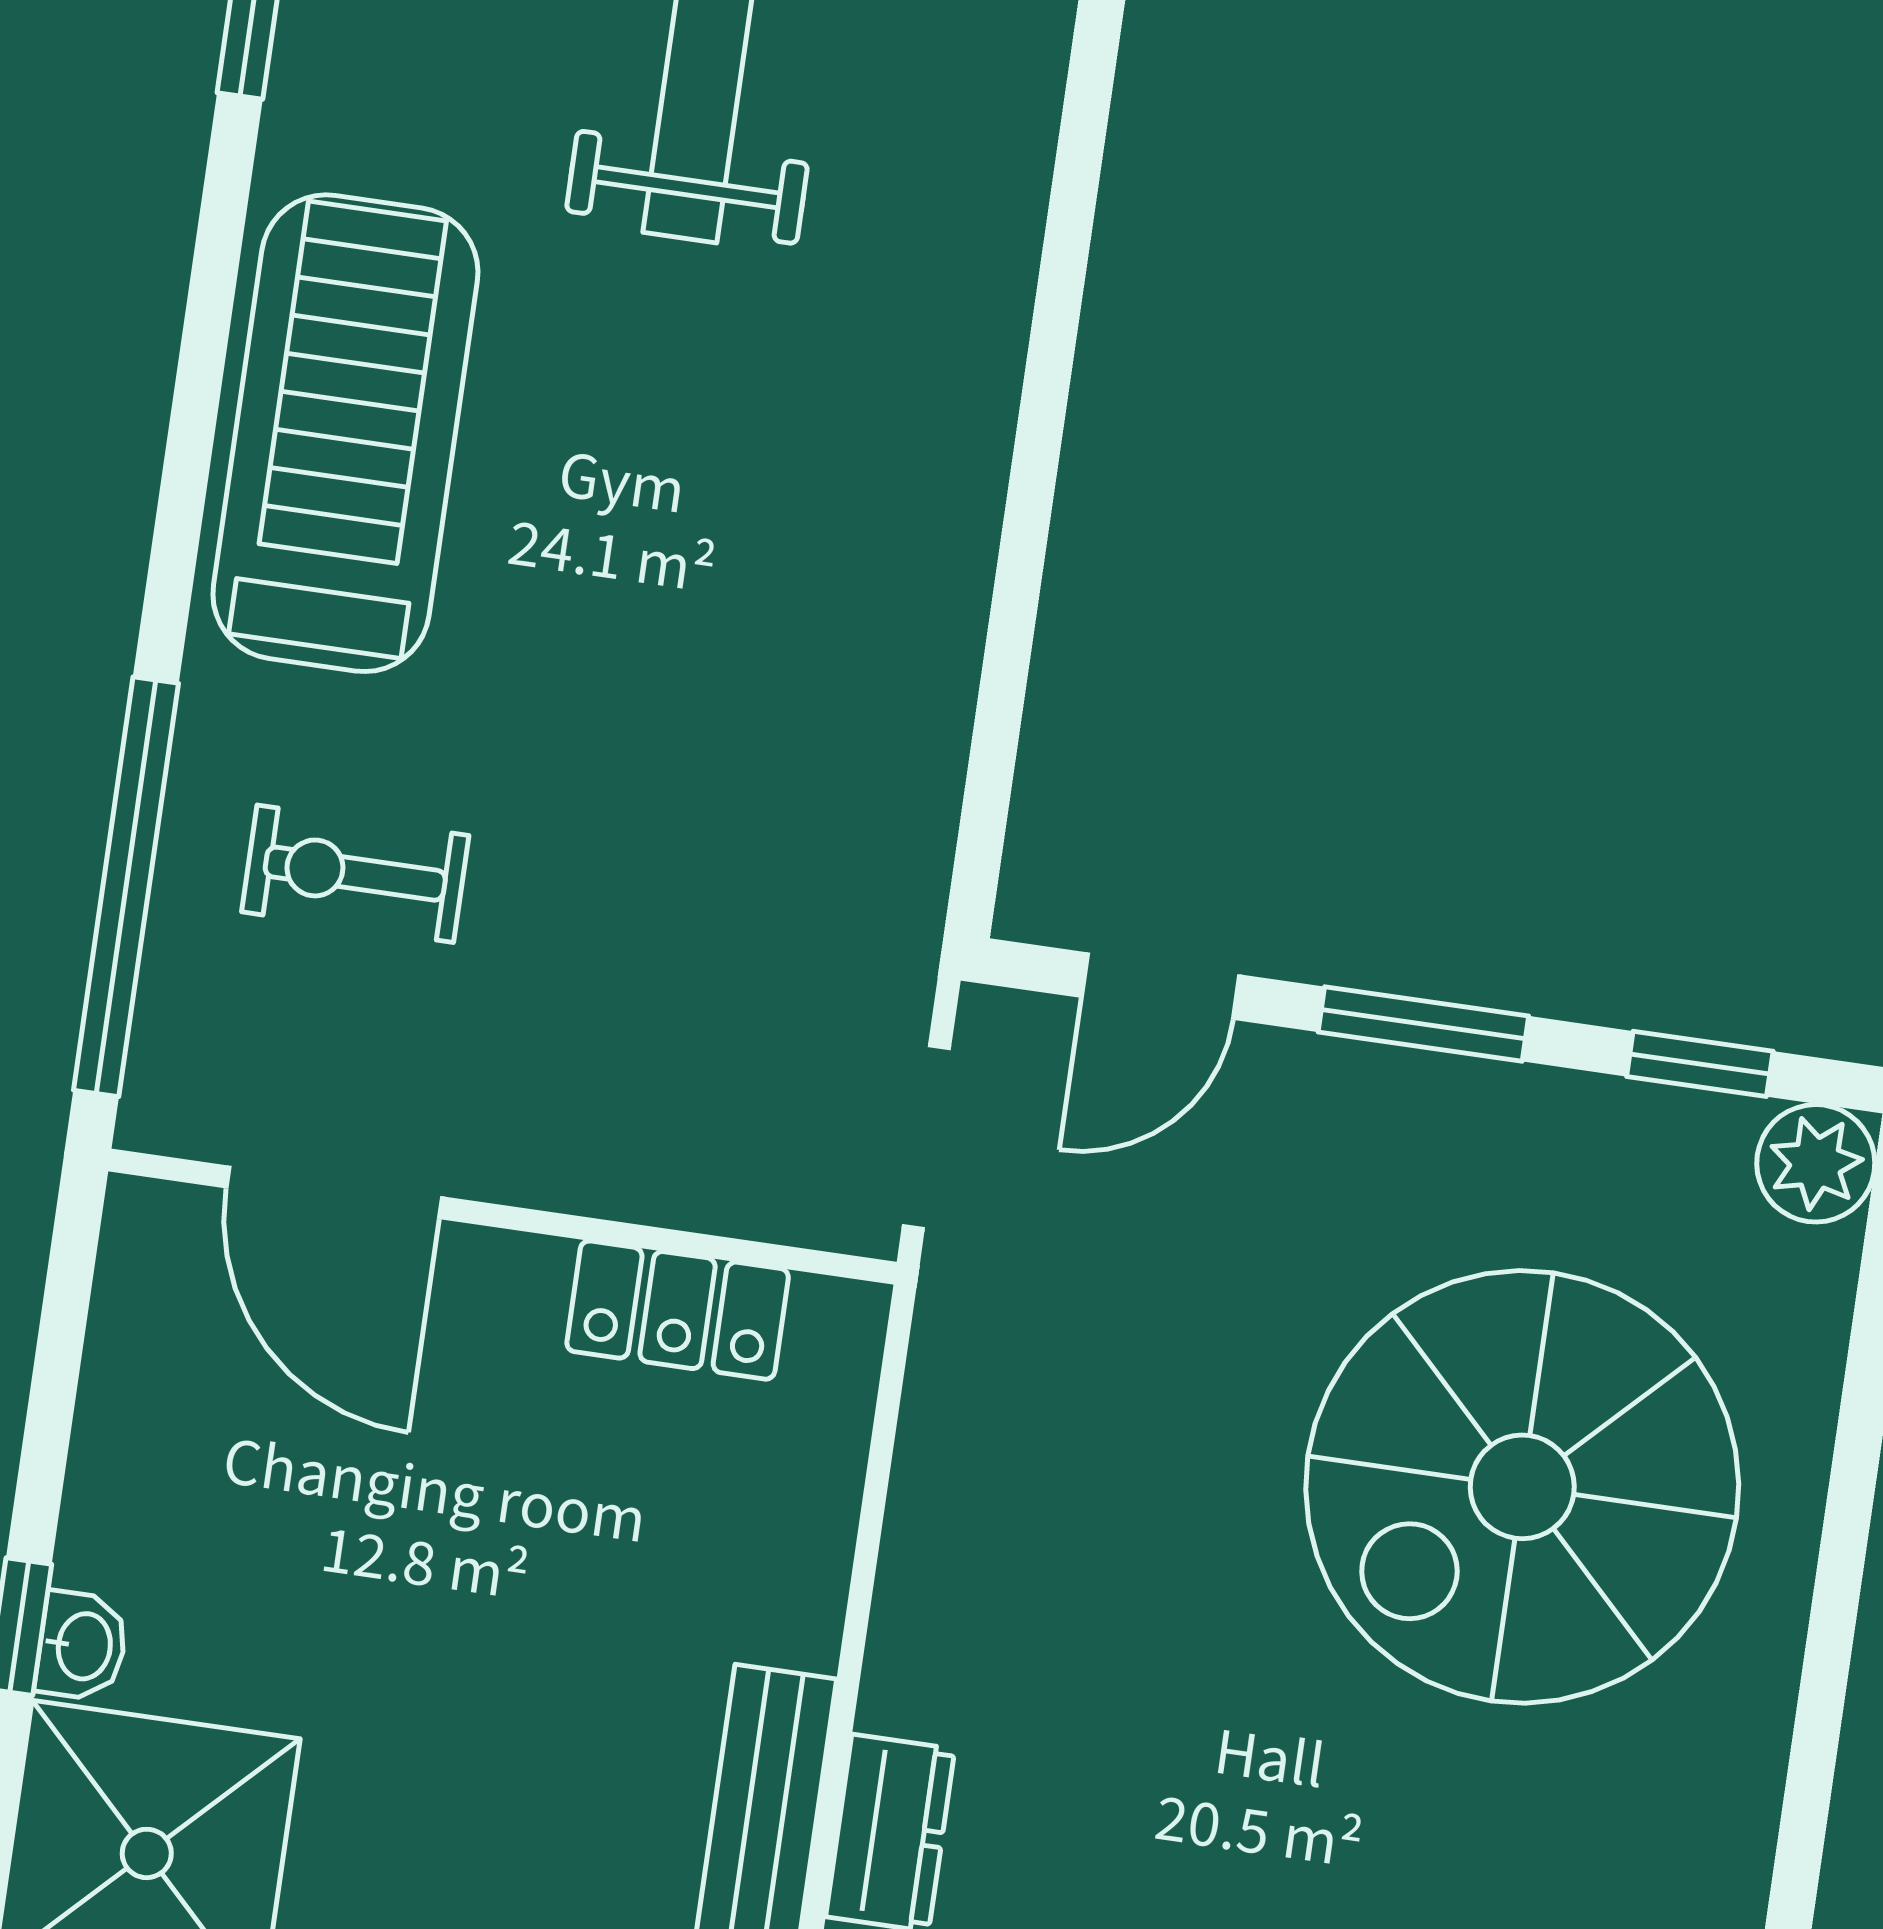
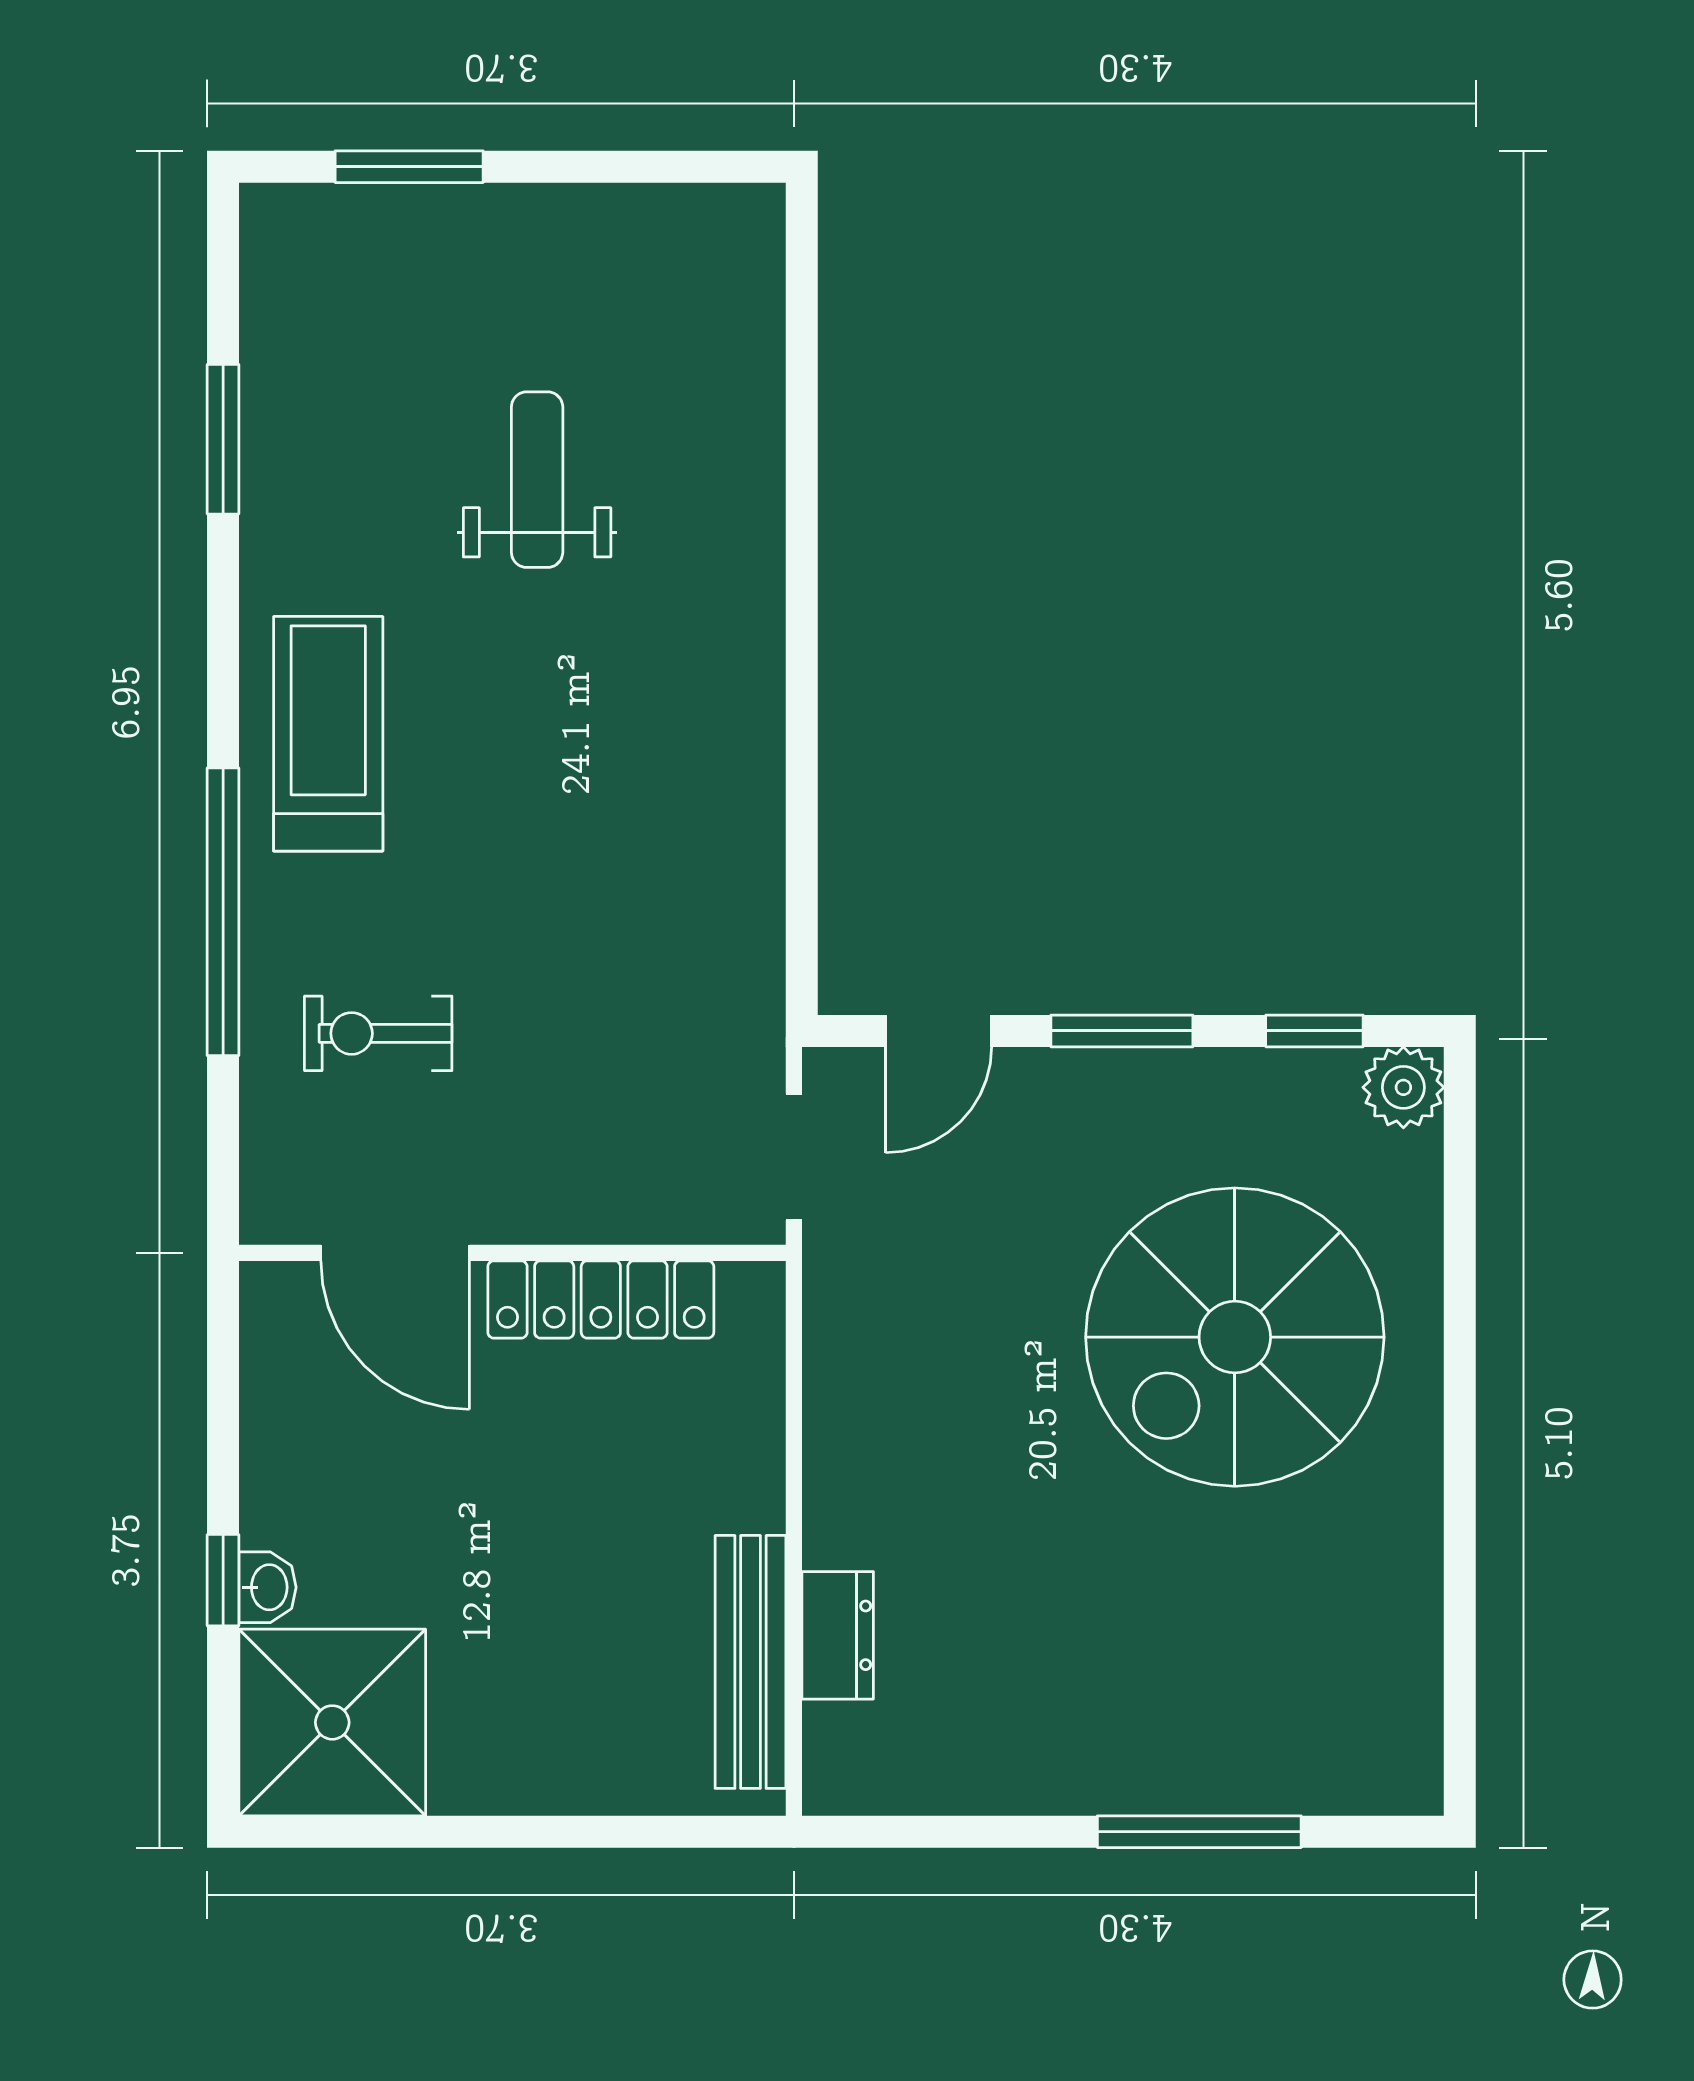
treadmill: (345, 433) -> (328, 734), width x0.73, depth x0.73
window: (126, 887) -> (223, 912), moved
locker: (678, 1310) -> (601, 1299), width x1.53

